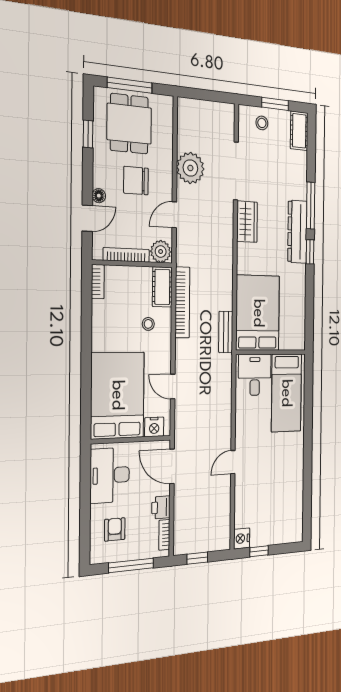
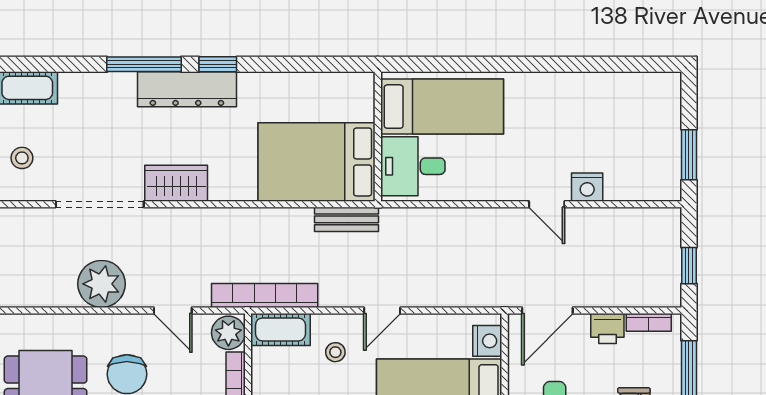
bookcase: (182, 302) -> (265, 295), moved
door: (173, 387) -> (382, 310), moved
nightstand: (242, 538) -> (587, 187), moved
window: (259, 551) -> (689, 155), width x1.50

